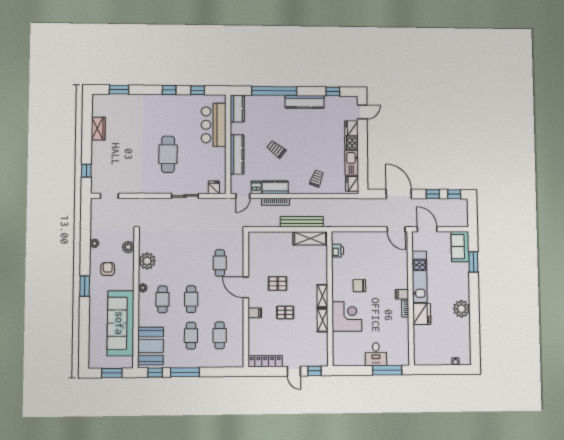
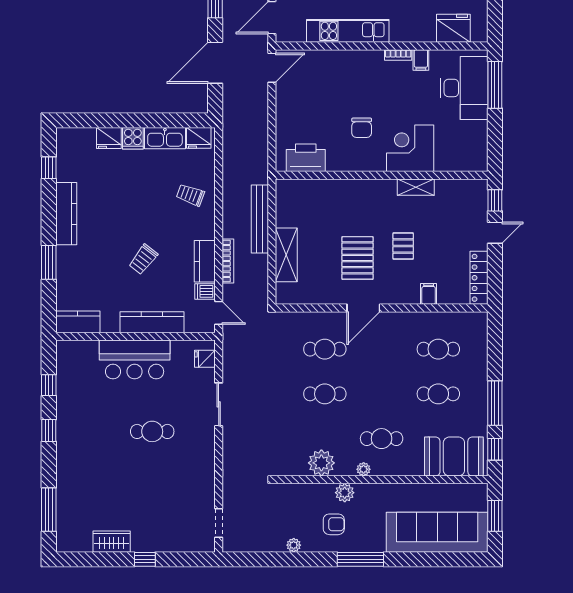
window: (119, 90) -> (49, 510), width x1.44
window: (274, 91) -> (49, 262), width x0.47
door: (362, 112) -> (82, 120), removed
bar counter: (214, 125) -> (135, 359), moved
cafe table: (168, 154) -> (152, 431), width x0.73, depth x0.74
window: (86, 171) -> (145, 559), moved
shelving: (310, 238) -> (286, 255), moved
plant: (128, 247) -> (345, 493), moved
printer: (337, 251) -> (306, 158), width x1.87, depth x1.48
armchair: (108, 269) -> (334, 524), turned 180
pallet: (278, 283) -> (358, 258), width x1.50, depth x1.42
window: (85, 286) -> (360, 559), width x1.44
filing cabinet: (402, 294) -> (421, 60), moved
shelving: (322, 296) -> (378, 187), removed
cafe table: (191, 299) -> (325, 394), moved
filing cabinet: (255, 313) -> (429, 294), moved
fridge: (422, 314) -> (453, 28), moved
sofa: (120, 323) -> (437, 532), moved, turned 180
desk: (376, 354) -> (464, 88), width x1.87, depth x1.30

